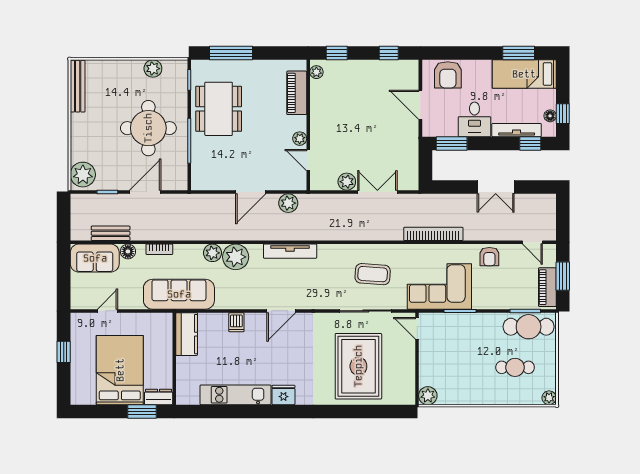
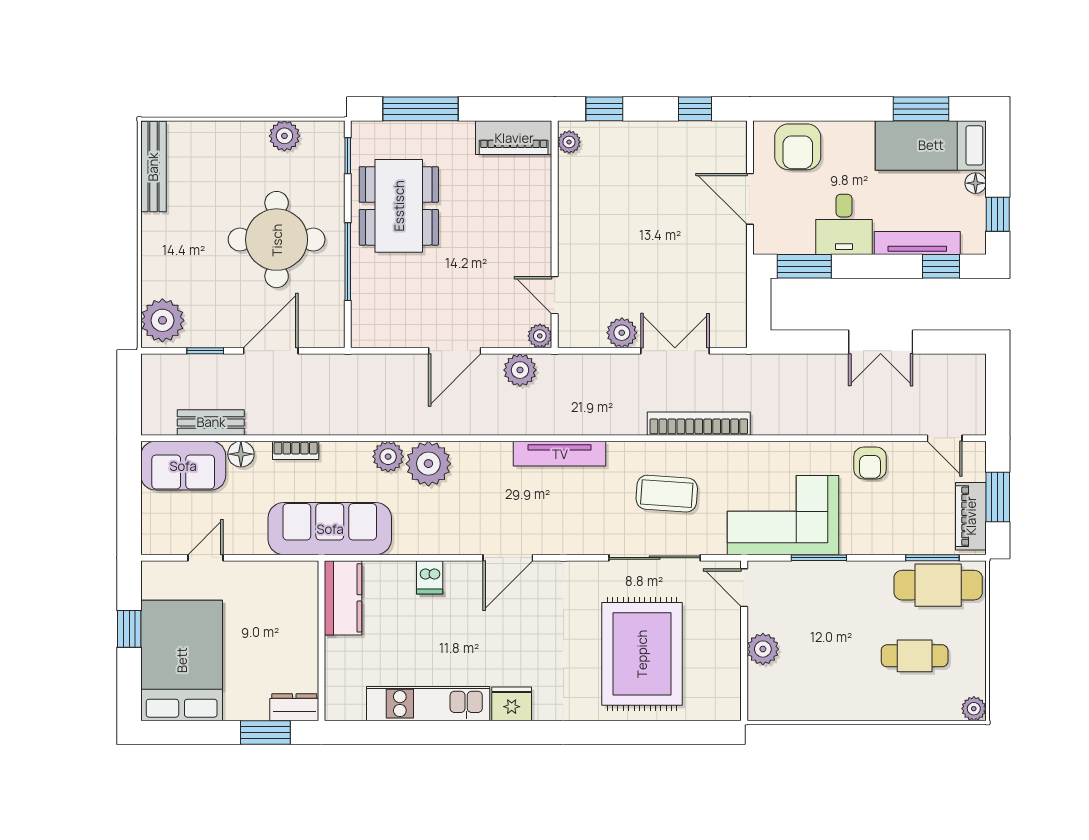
piano: (297, 93) -> (514, 138), moved, turned -90
floor lamp: (550, 116) -> (976, 183), moved
plant: (300, 139) -> (540, 336), moved
bookcase: (433, 234) -> (699, 424), moved
tv unit: (290, 251) -> (560, 454), moved
bed: (120, 370) -> (182, 660), moved
plant: (428, 396) -> (763, 649), moved

